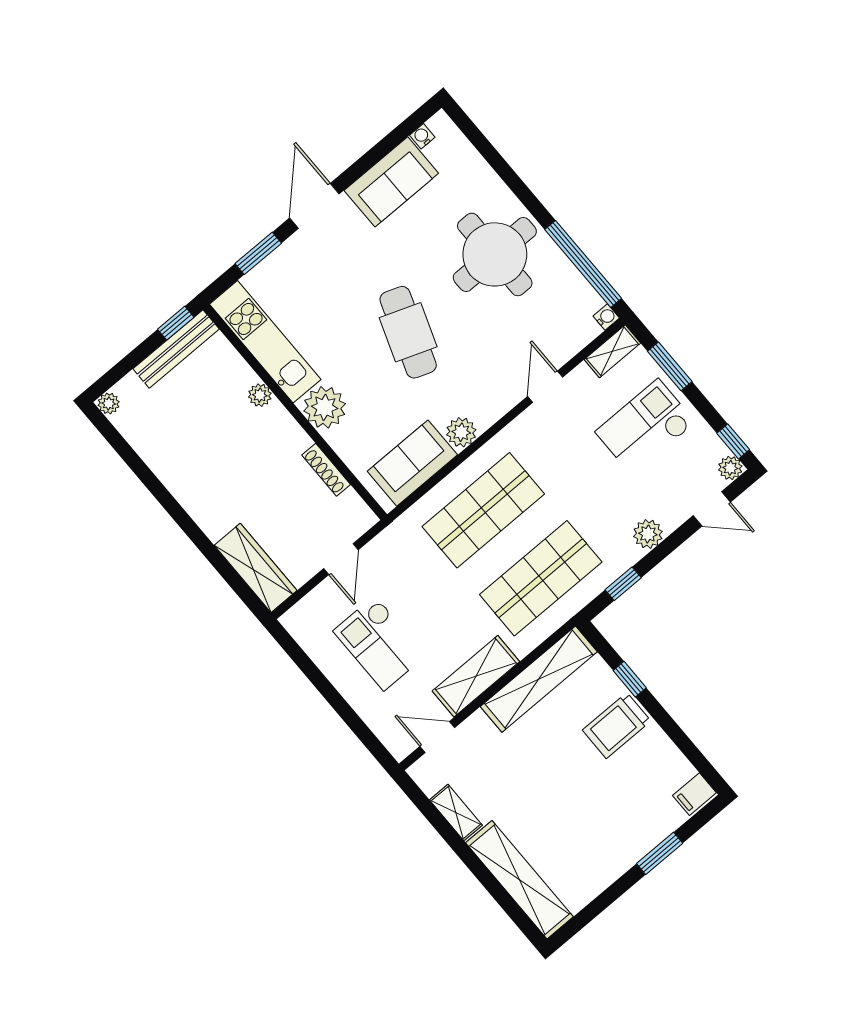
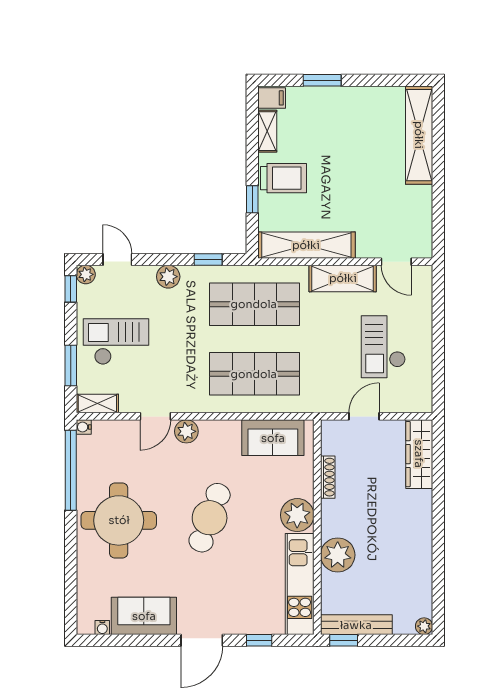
window: (258, 253) -> (259, 640), width x0.67
plant: (260, 395) -> (338, 555), width x1.88, depth x1.88
checkout: (645, 427) -> (116, 342), turned 180
plant: (461, 432) -> (186, 431), moved
checkout: (379, 643) -> (383, 347), turned 180
shelving: (456, 813) -> (267, 131), moved

